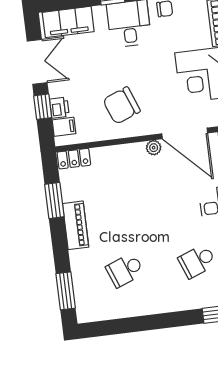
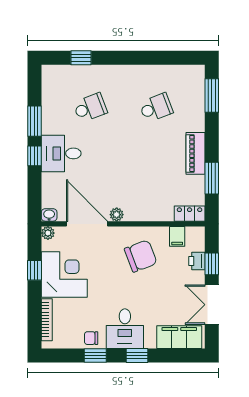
filing cabinet: (64, 127) -> (177, 236), moved, turned -90

